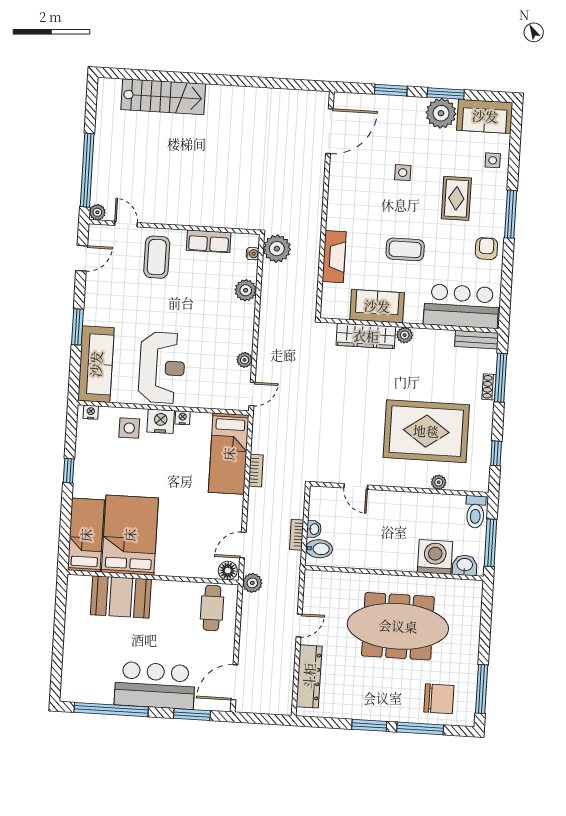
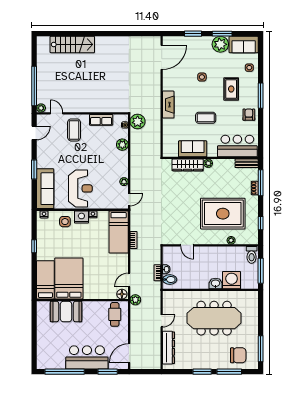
fireplace: (334, 257) -> (168, 105), moved
washbasin: (465, 565) -> (216, 284), moved

